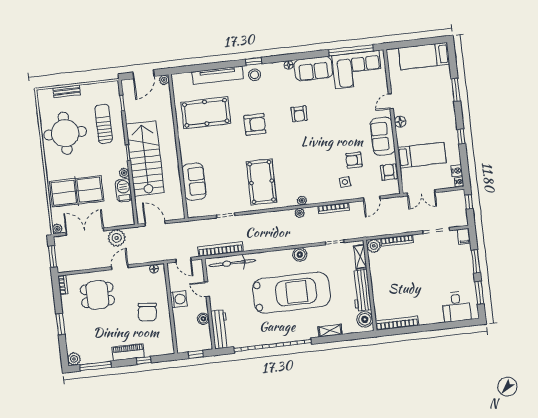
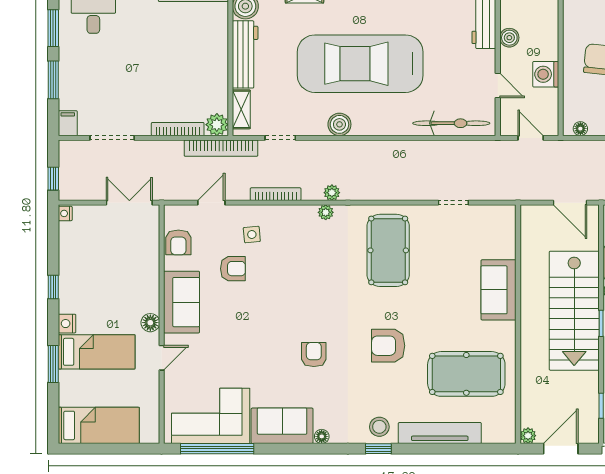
bed: (422, 155) -> (97, 352), moved, turned 180
nightstand: (457, 171) -> (67, 324), moved
sofa: (194, 182) -> (499, 290), moved
bookcase: (220, 249) -> (221, 148), moved

